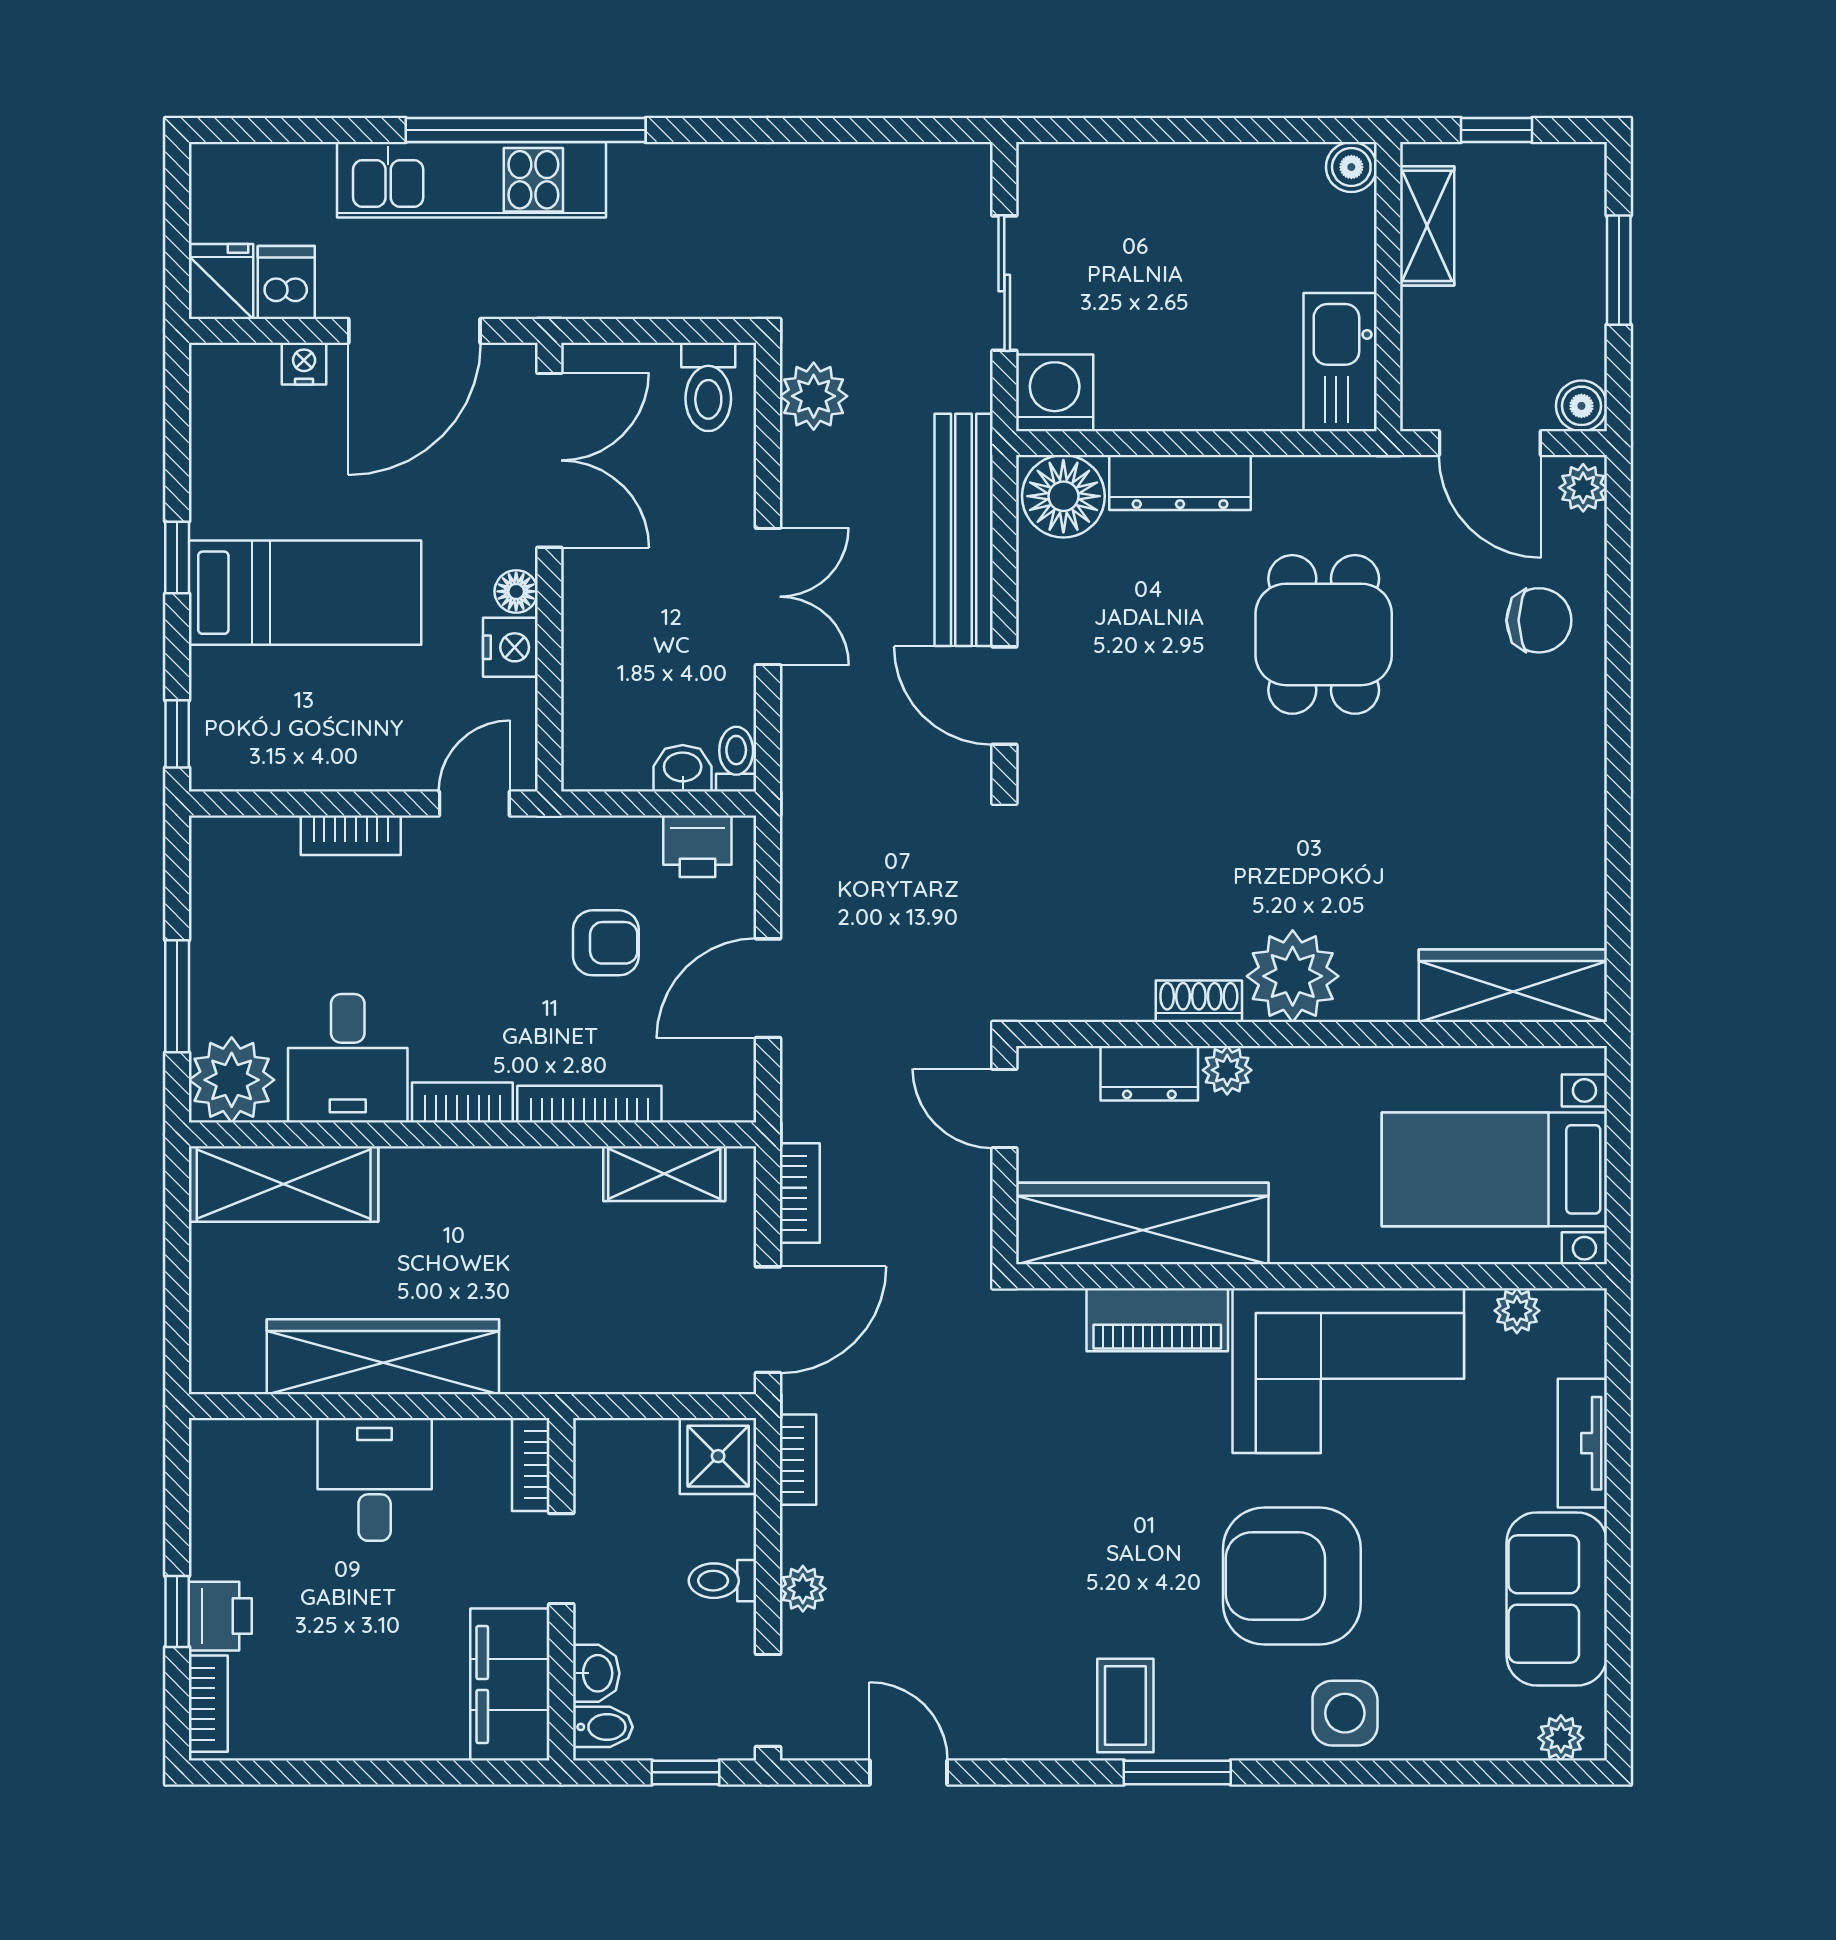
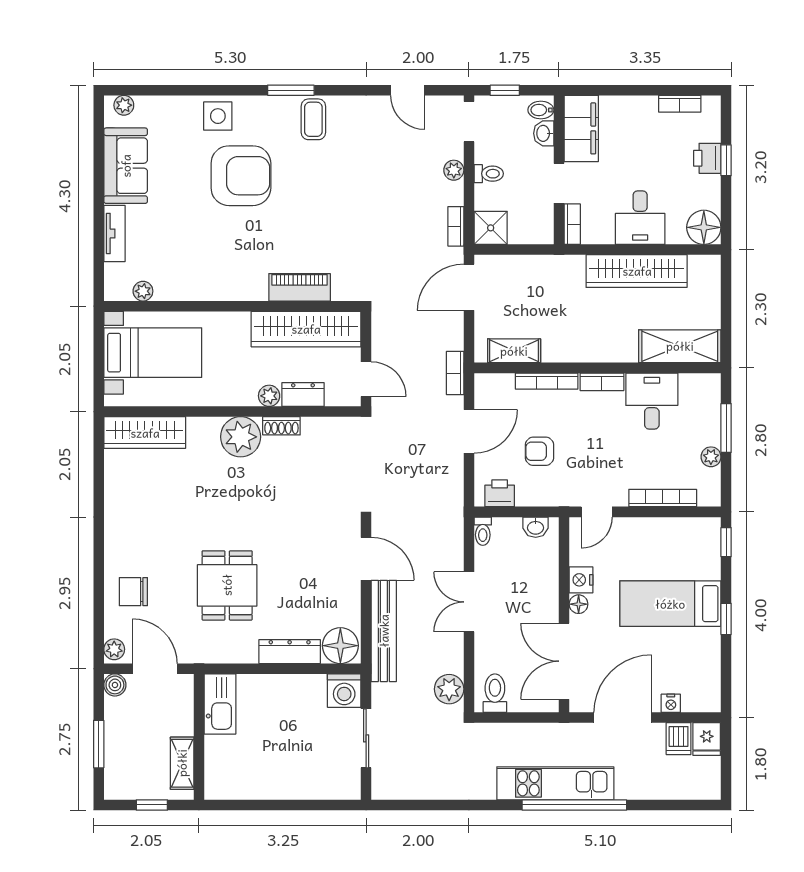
boiler: (1351, 167) -> (215, 789), removed
kitchen unit: (472, 180) -> (555, 783), moved
washbasin: (683, 768) -> (536, 527), moved
bookcase: (351, 835) -> (663, 498), width x1.56
plant: (232, 1080) -> (711, 457), moved, width x0.53, depth x0.53
bookcase: (800, 1193) -> (455, 373), moved
corner sofa: (1348, 1371) -> (216, 265), removed
floor lamp: (228, 1457) -> (704, 227), added
bookcase: (208, 1704) -> (680, 104), moved, turned -90

